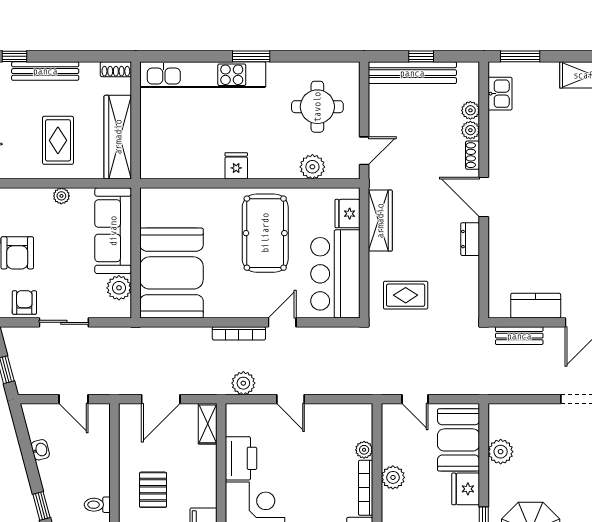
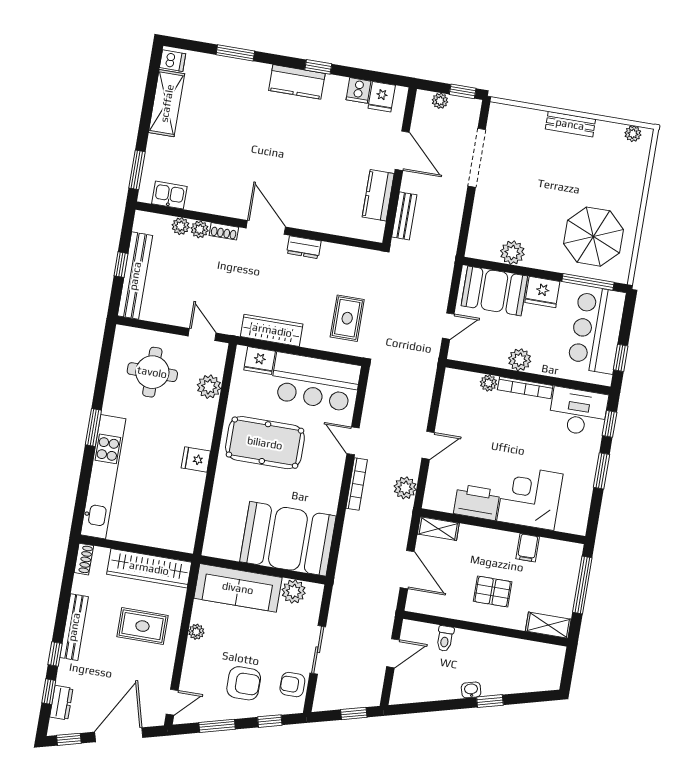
door: (484, 197) -> (266, 227), swing flipped
washbasin: (40, 450) -> (471, 690), moved
toilet: (97, 505) -> (445, 639), moved

